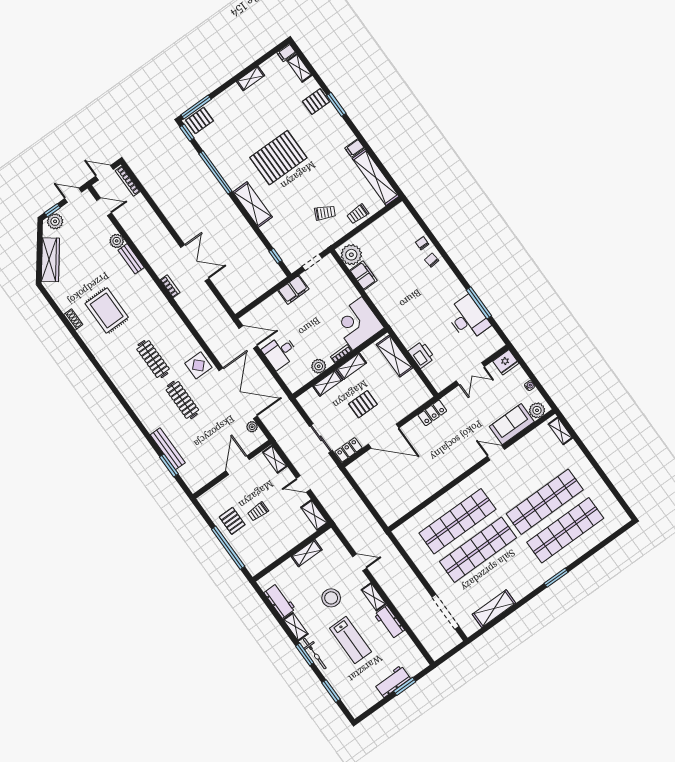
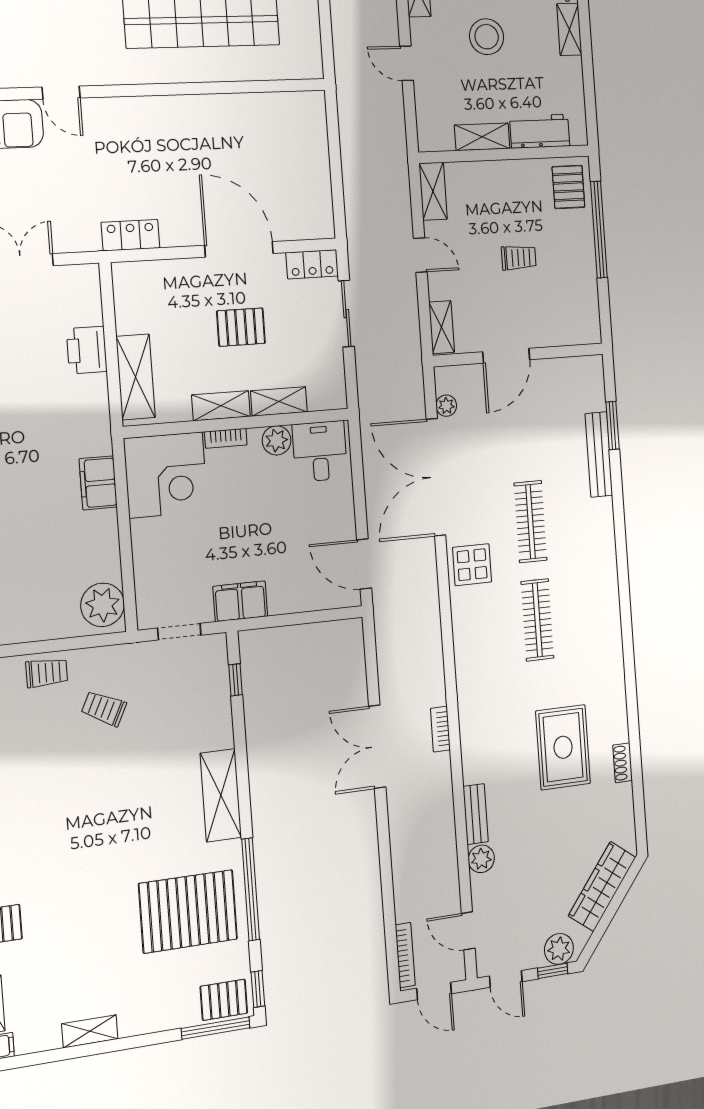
pallet: (278, 158) -> (188, 911), moved
filing cabinet: (363, 275) -> (98, 483), moved
desk: (280, 352) -> (320, 451), moved, turned -90
pallet: (232, 521) -> (568, 187), moved
workbench: (280, 601) -> (540, 131), moved, turned 90

